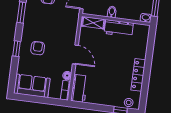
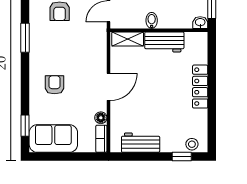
window: (17, 49) -> (25, 126), moved
door: (75, 55) -> (108, 87), hinge flipped
locker: (138, 75) -> (200, 87), moved
workbench: (79, 88) -> (141, 143), moved, turned -90

